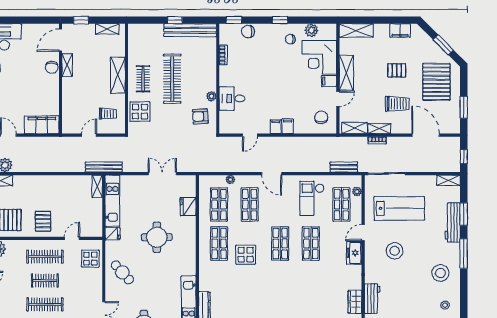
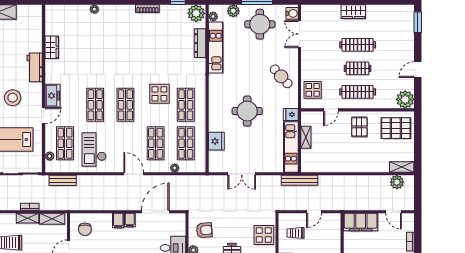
door: (250, 135) -> (155, 212), width x1.88
shelving: (97, 186) -> (306, 137), moved
checkout: (312, 198) -> (94, 149), turned 180
workbench: (372, 299) -> (35, 67), moved

